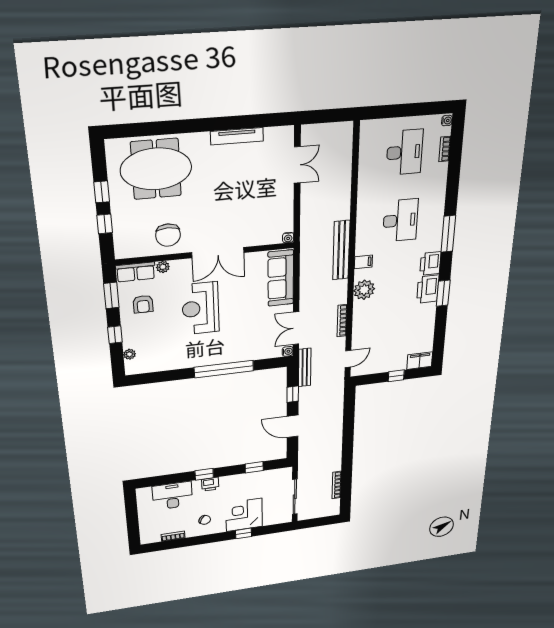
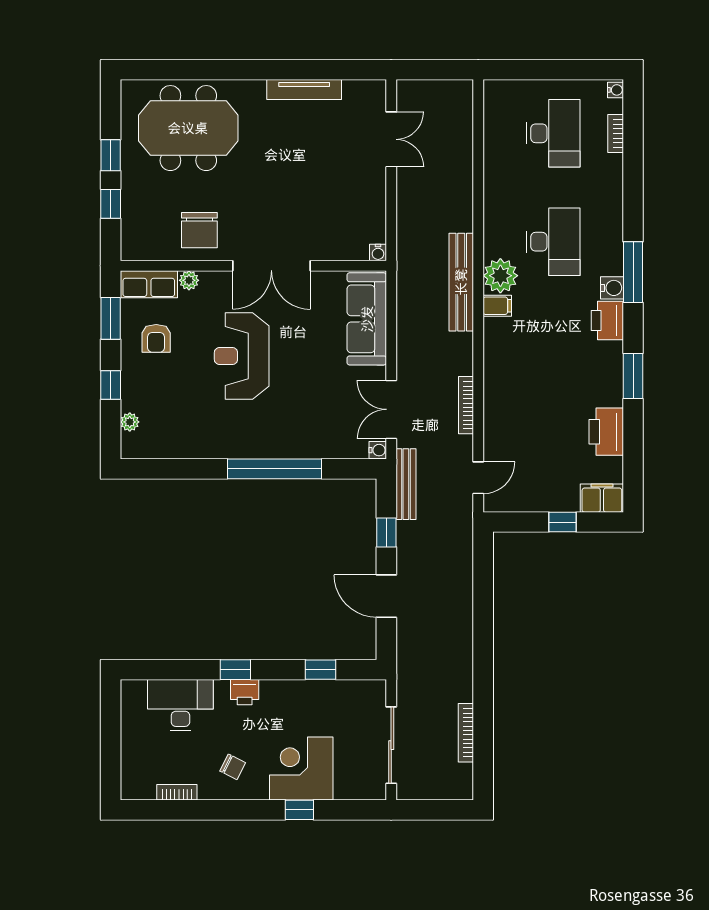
water cooler: (435, 244) -> (612, 288), added
printer: (428, 289) -> (606, 432), moved
plant: (364, 290) -> (500, 276), moved

